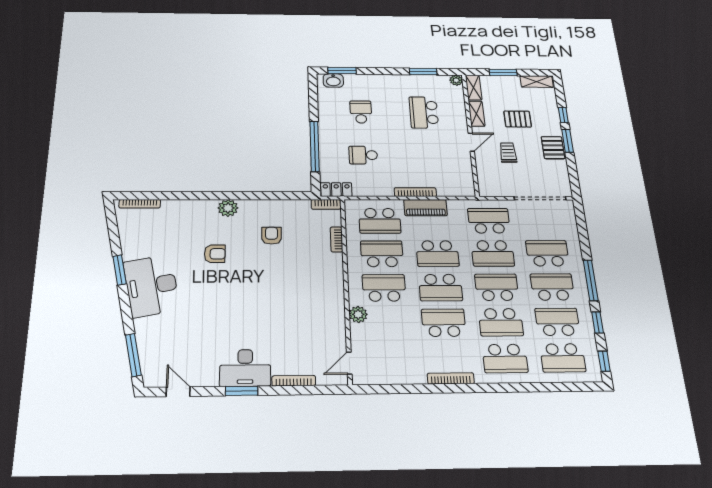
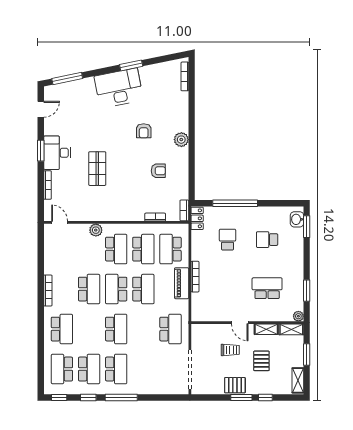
school desk: (361, 112) -> (267, 240), turned 180
school desk: (493, 253) -> (143, 329), removed
school desk: (547, 253) -> (143, 369), removed
school desk: (437, 254) -> (143, 289), turned 180
shop shelf: (269, 313) -> (97, 169), added
school desk: (501, 322) -> (89, 329), removed
school desk: (505, 358) -> (62, 329), turned 180

